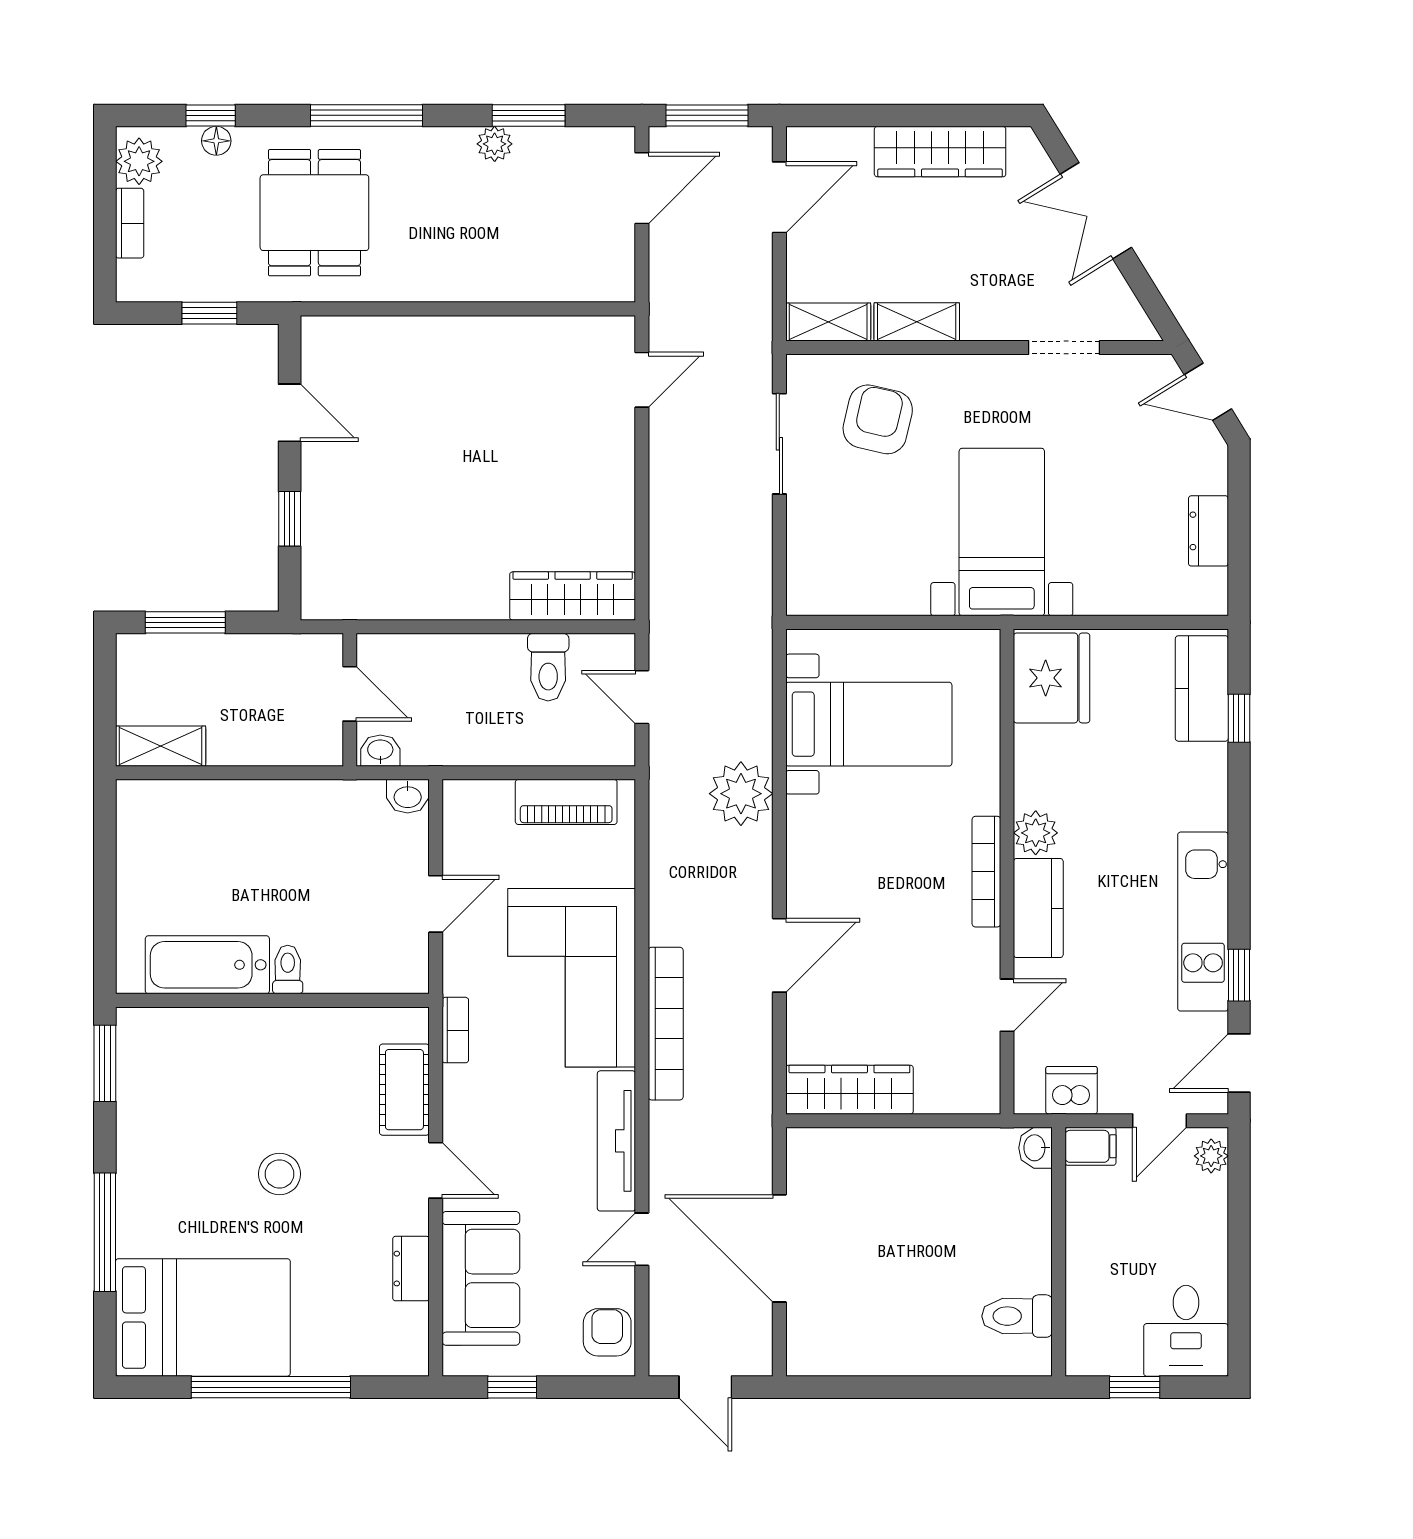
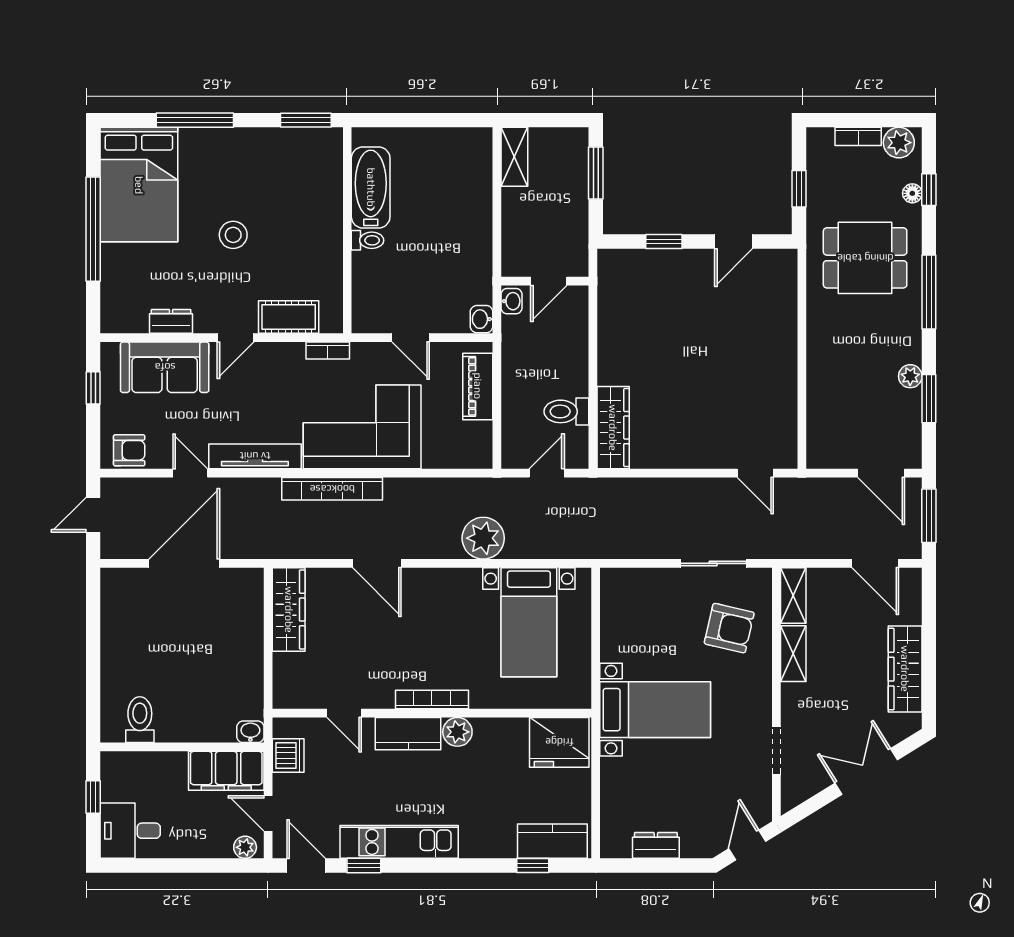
piano: (566, 802) -> (478, 386), moved
filing cabinet: (1091, 1146) -> (226, 771), width x3.00, depth x1.17

